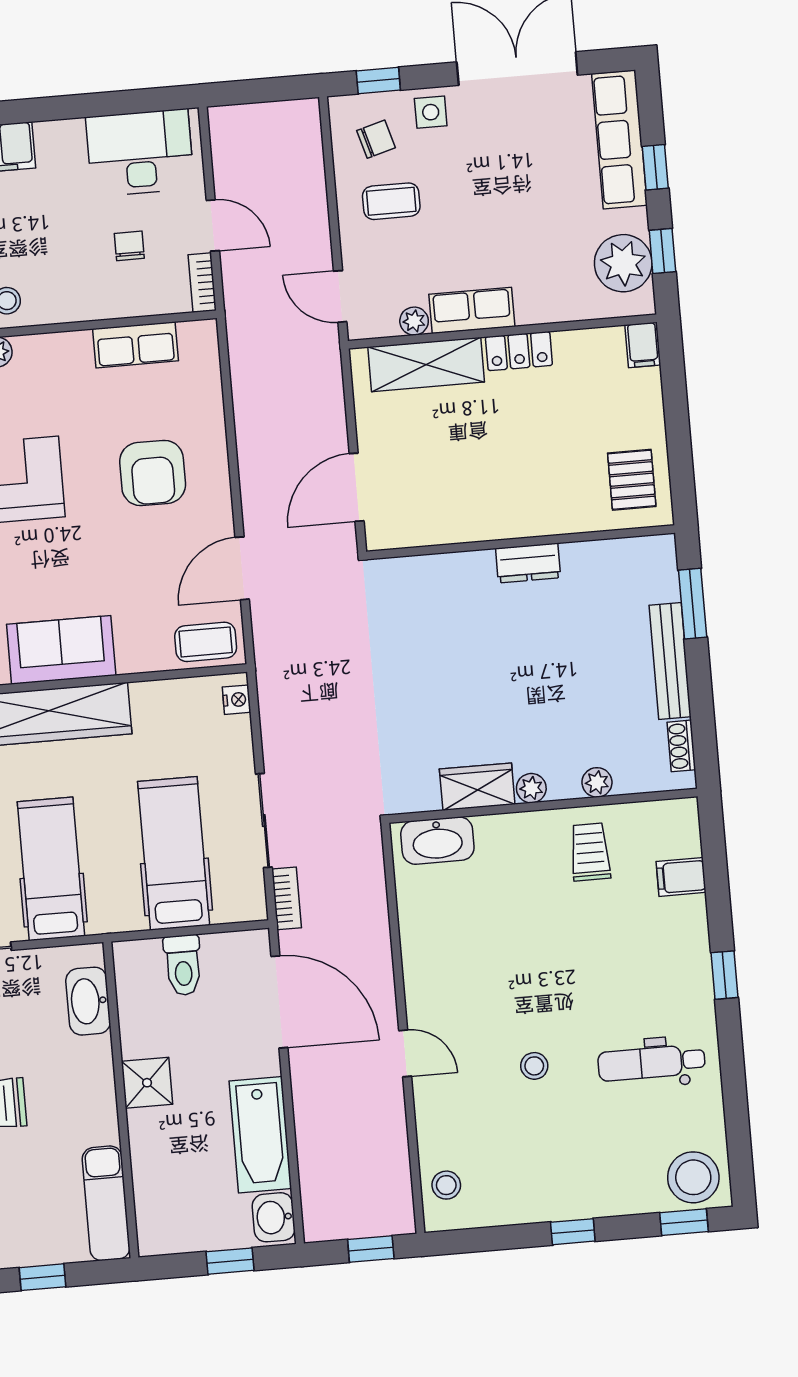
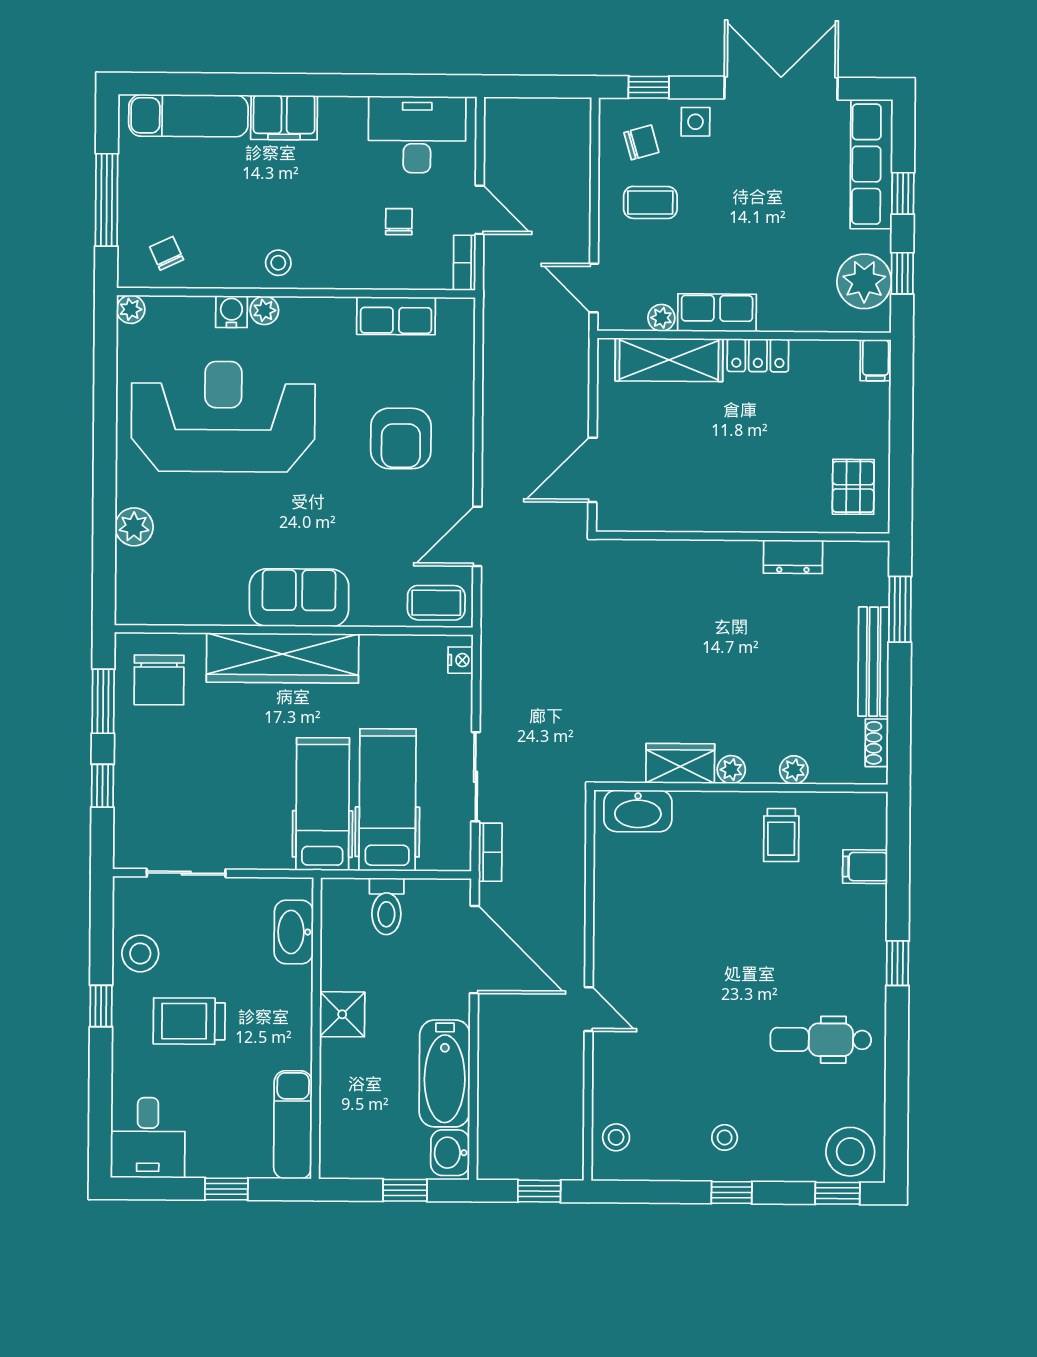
dresser: (528, 563) -> (793, 557), moved
trolley: (590, 852) -> (781, 835), turned 180
hospital bed: (51, 869) -> (323, 804), moved
stool: (534, 1066) -> (725, 1137), moved

